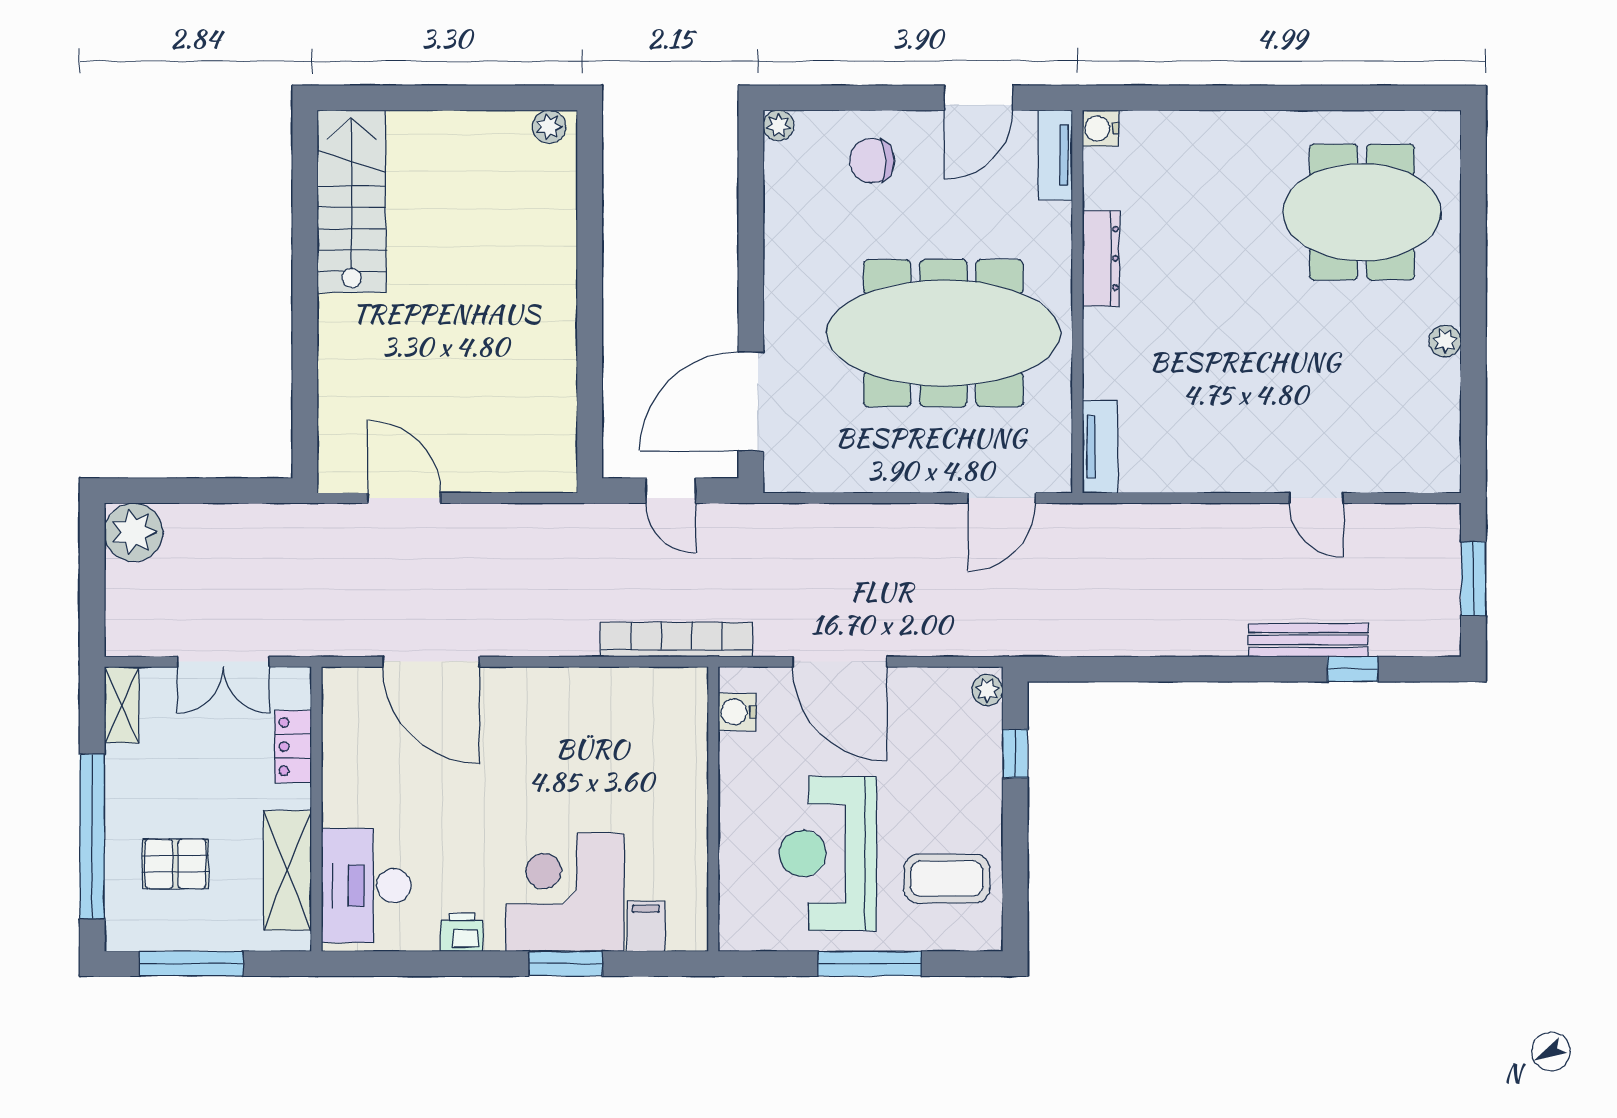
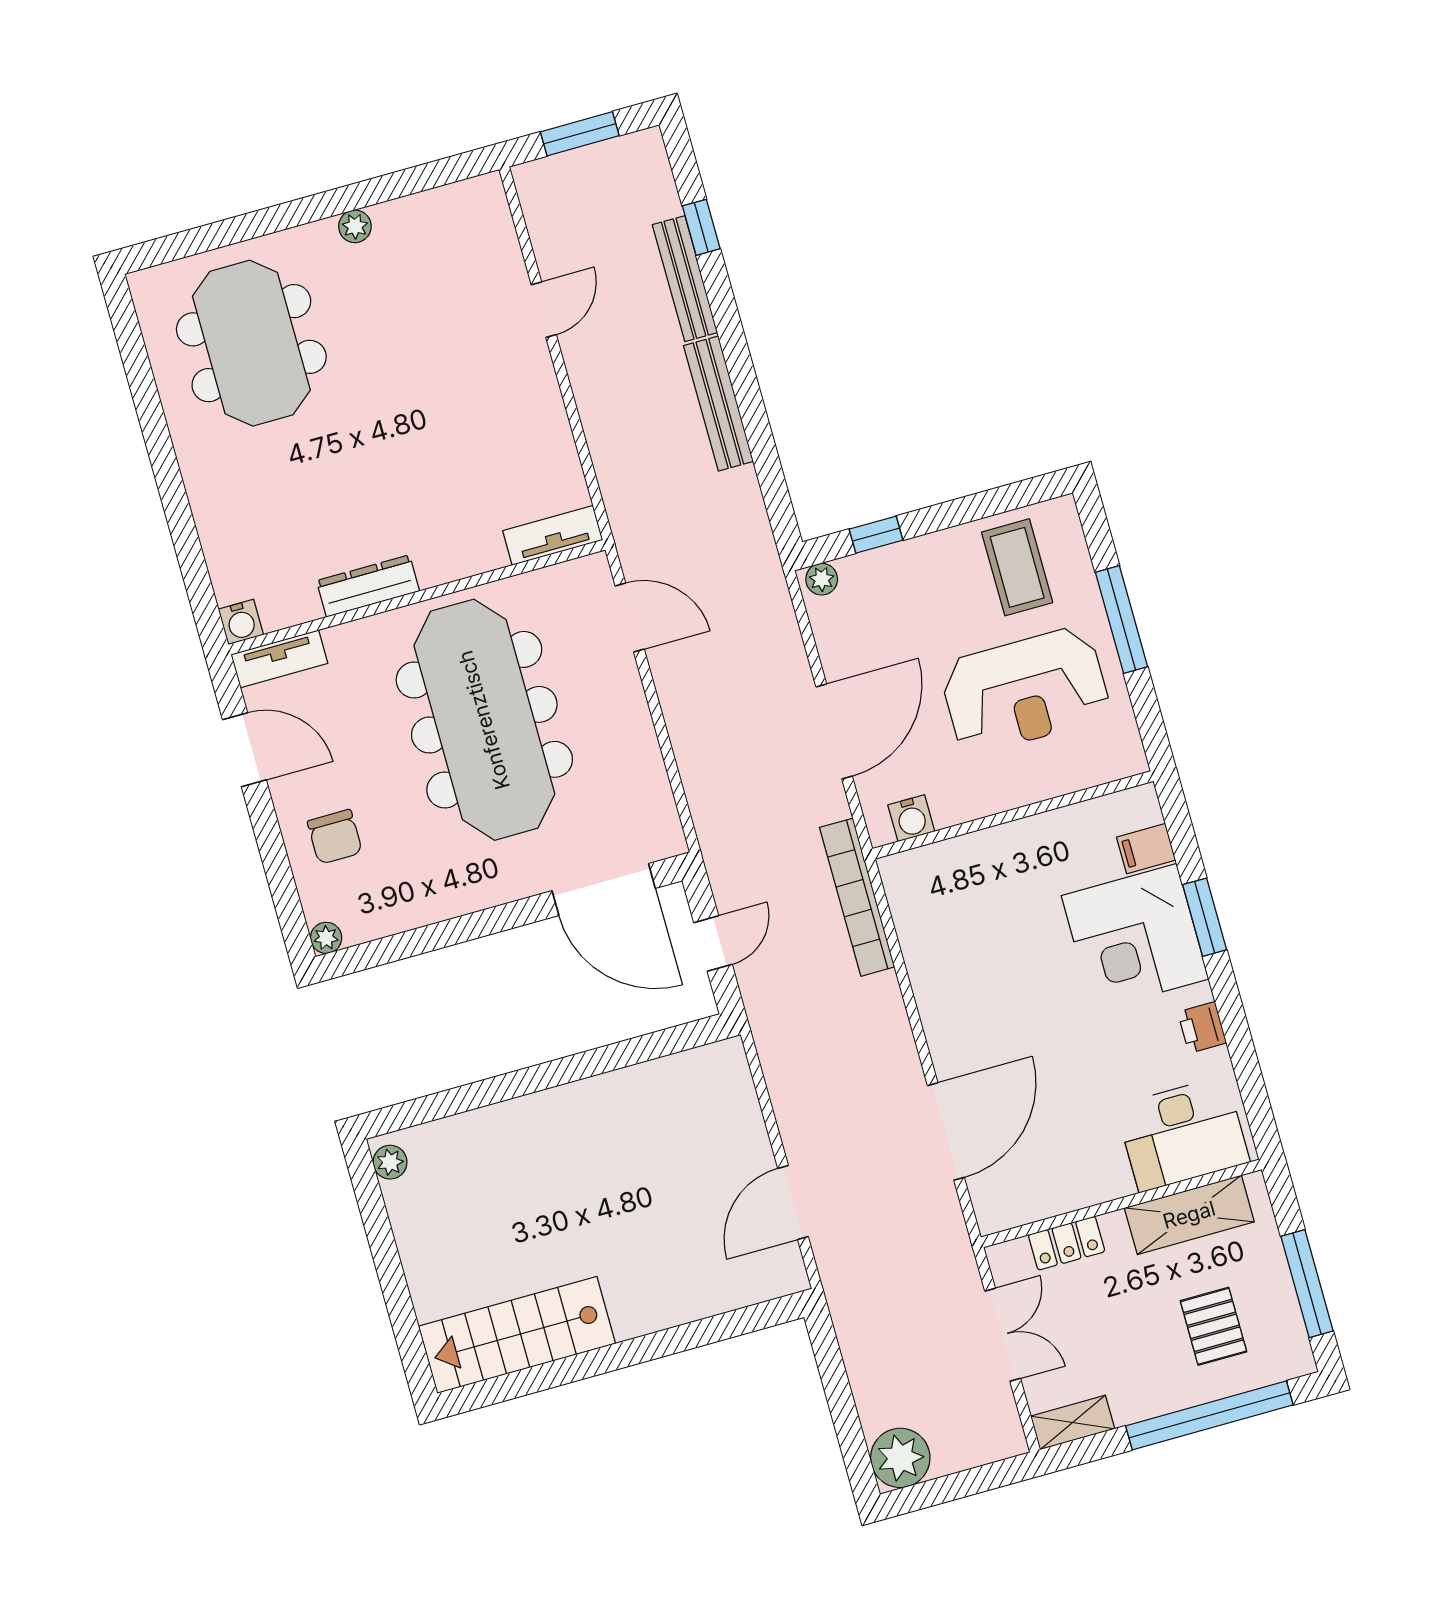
bench: (1181, 639) -> (718, 404), added

